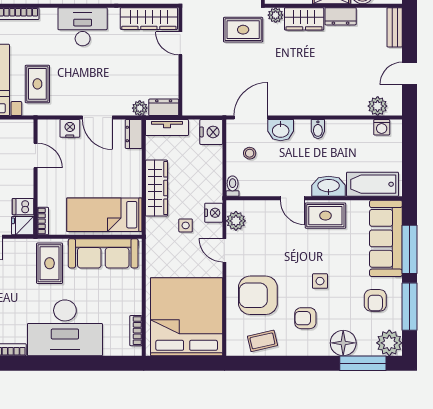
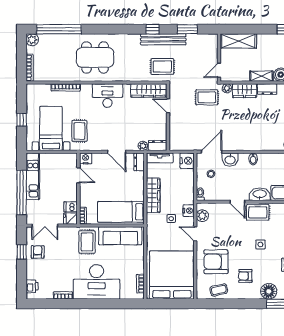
nightstand: (70, 128) -> (86, 158), moved
side table: (320, 281) -> (260, 244), moved

